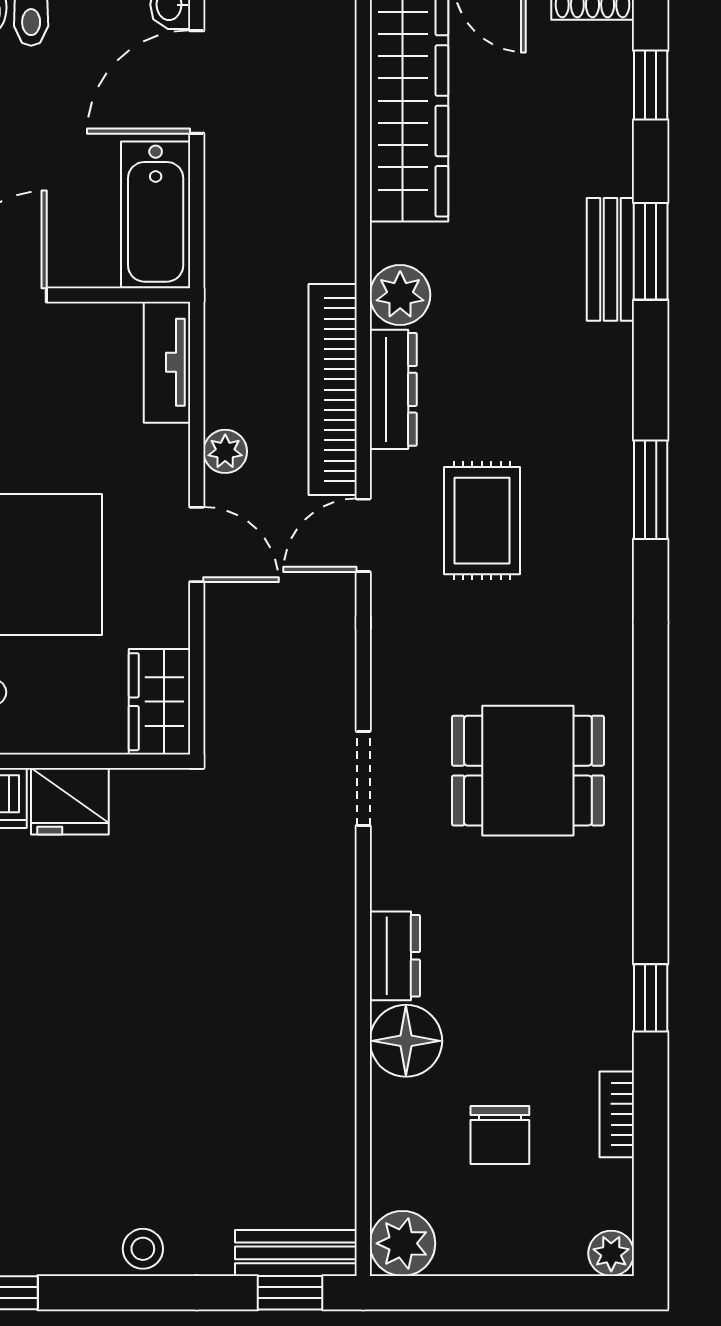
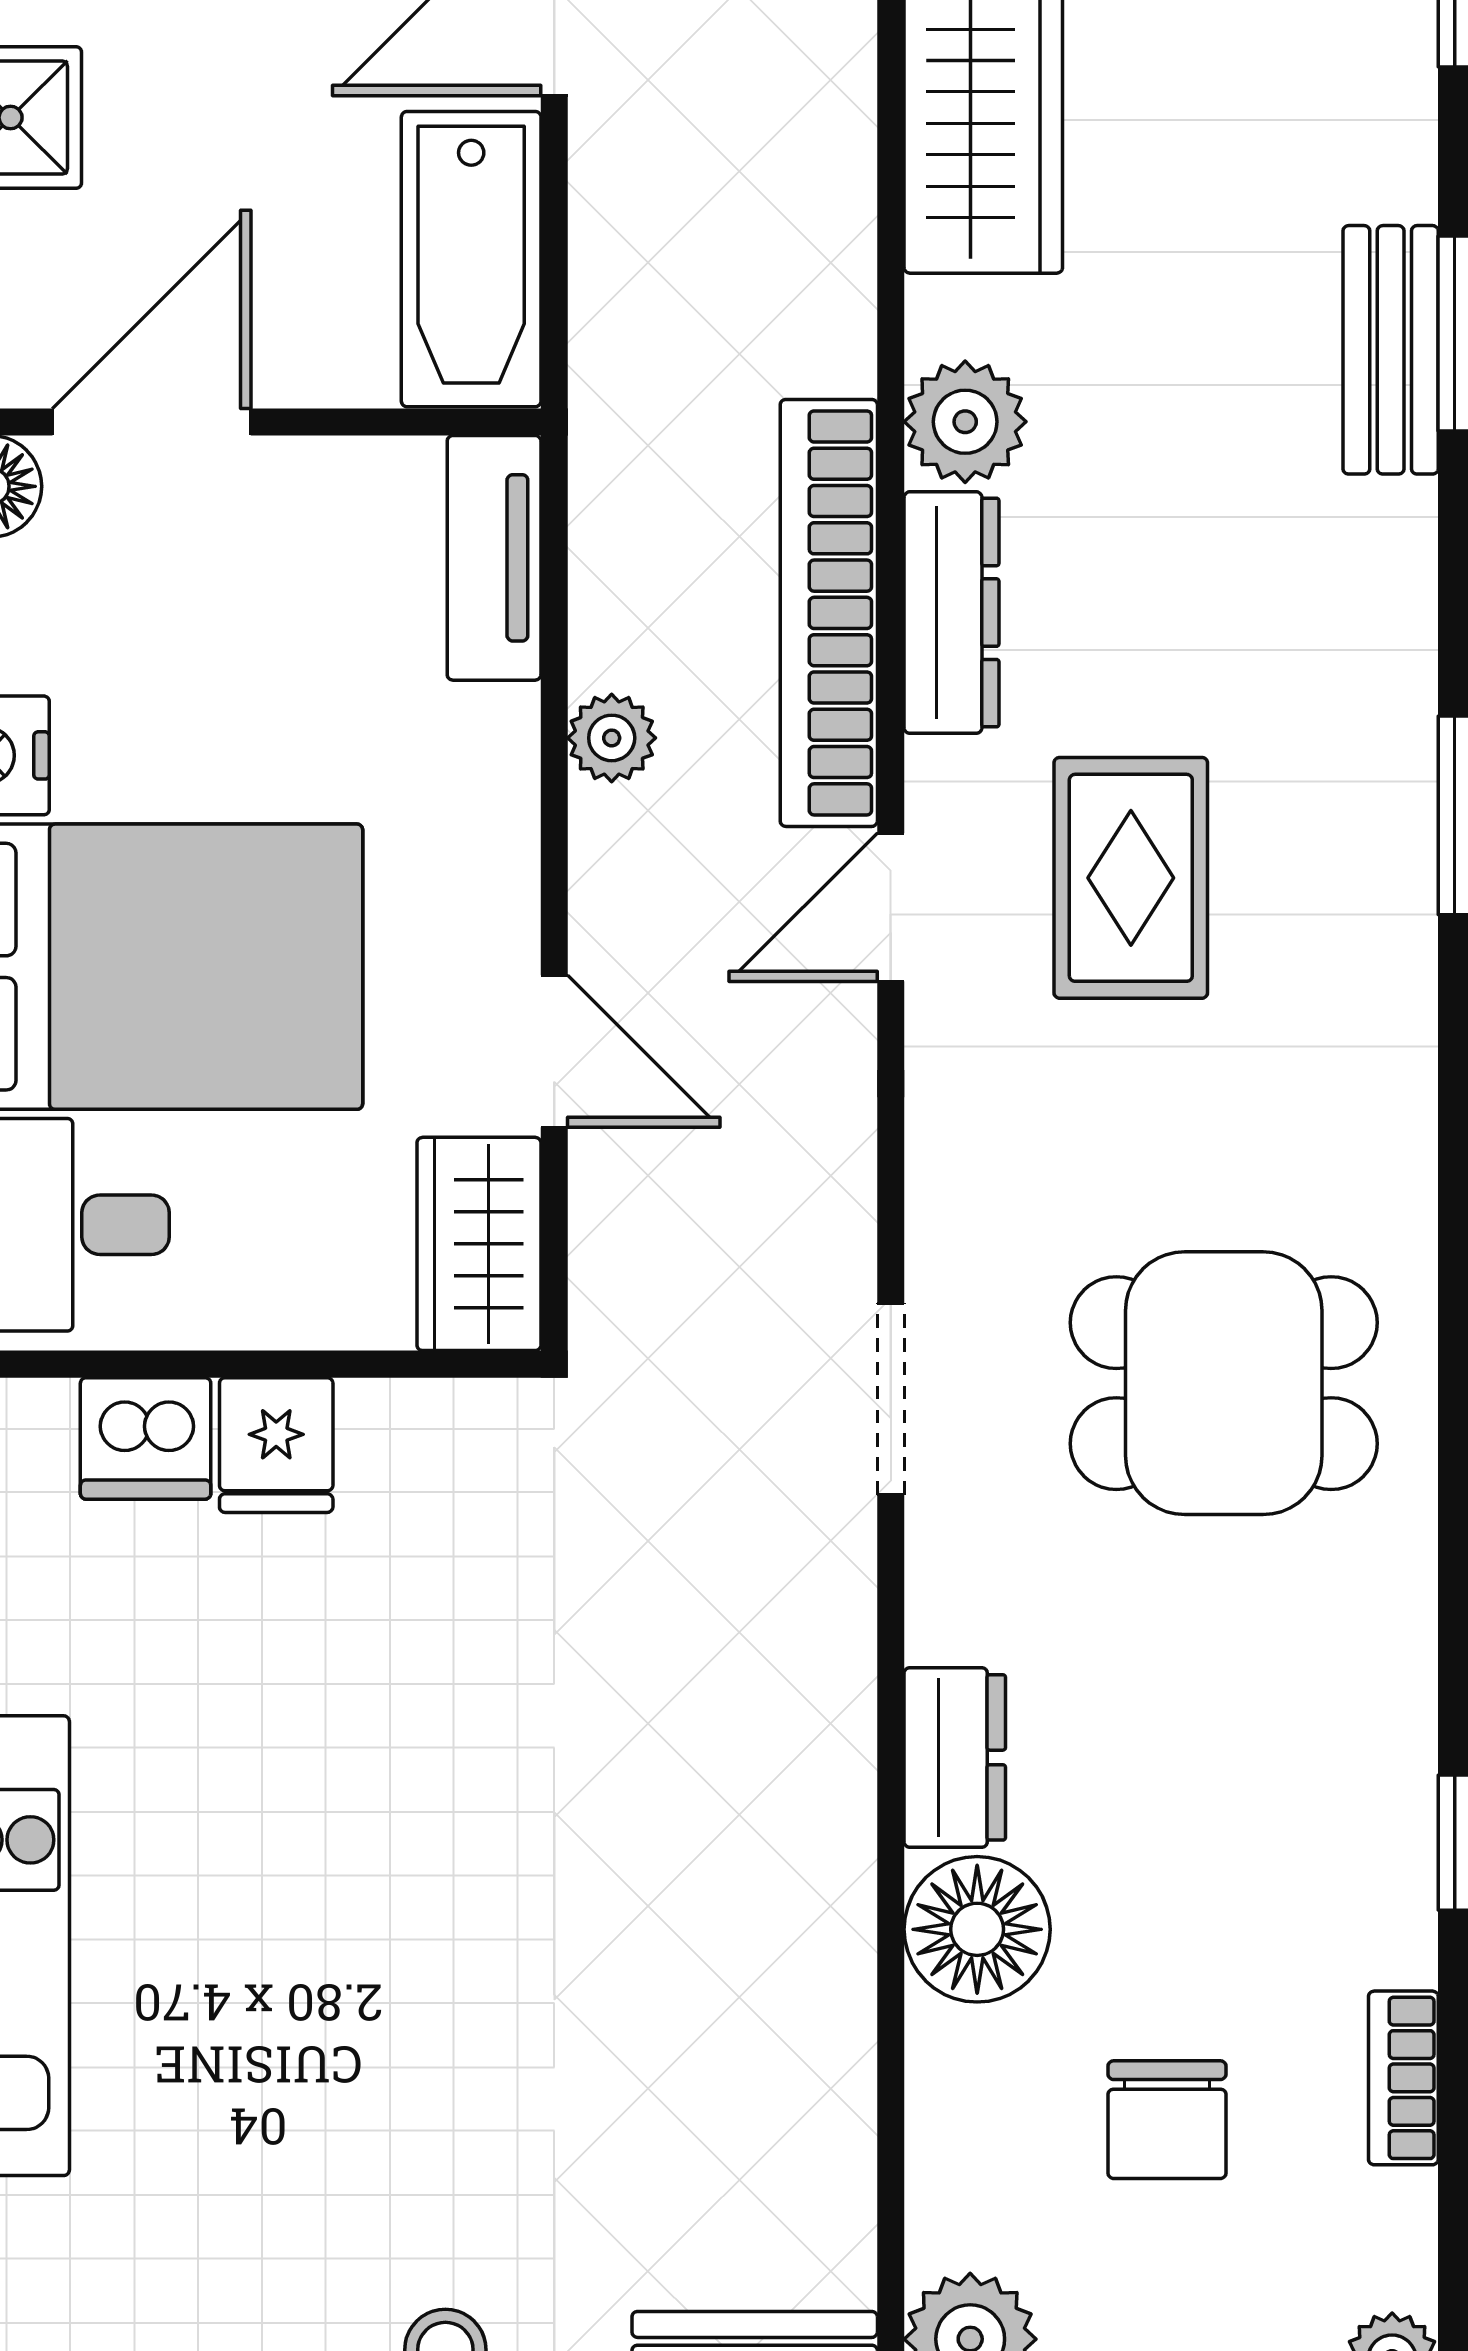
door: (197, 544) -> (554, 1051), moved
fridge: (70, 801) -> (276, 1445), width x0.72

